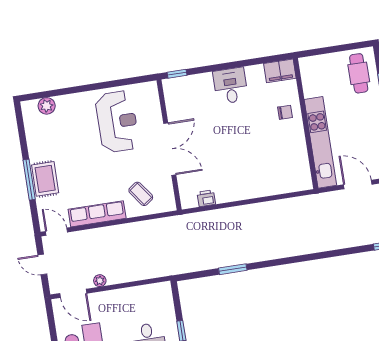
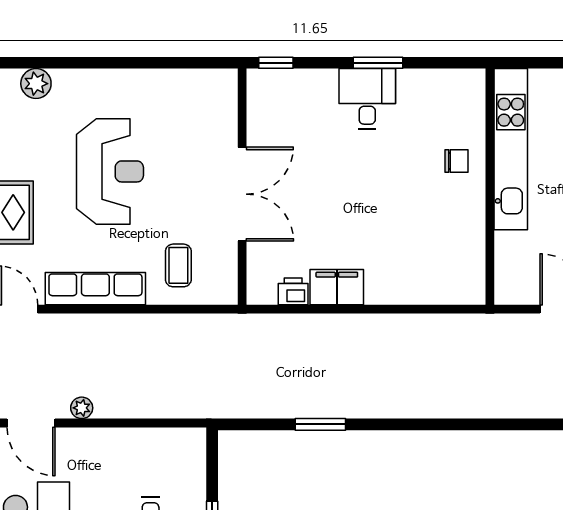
window: (233, 65) -> (378, 63), added
filing cabinet: (280, 71) -> (337, 287), moved, turned 180
reception desk: (117, 122) -> (110, 171), moved
kitchen unit: (320, 142) -> (511, 149), moved
coffee table: (141, 194) -> (178, 265), turned 36

